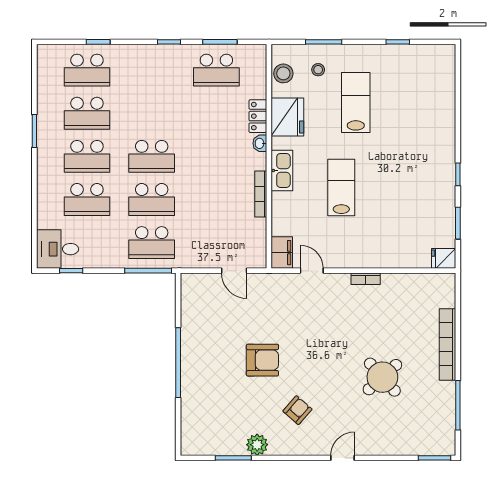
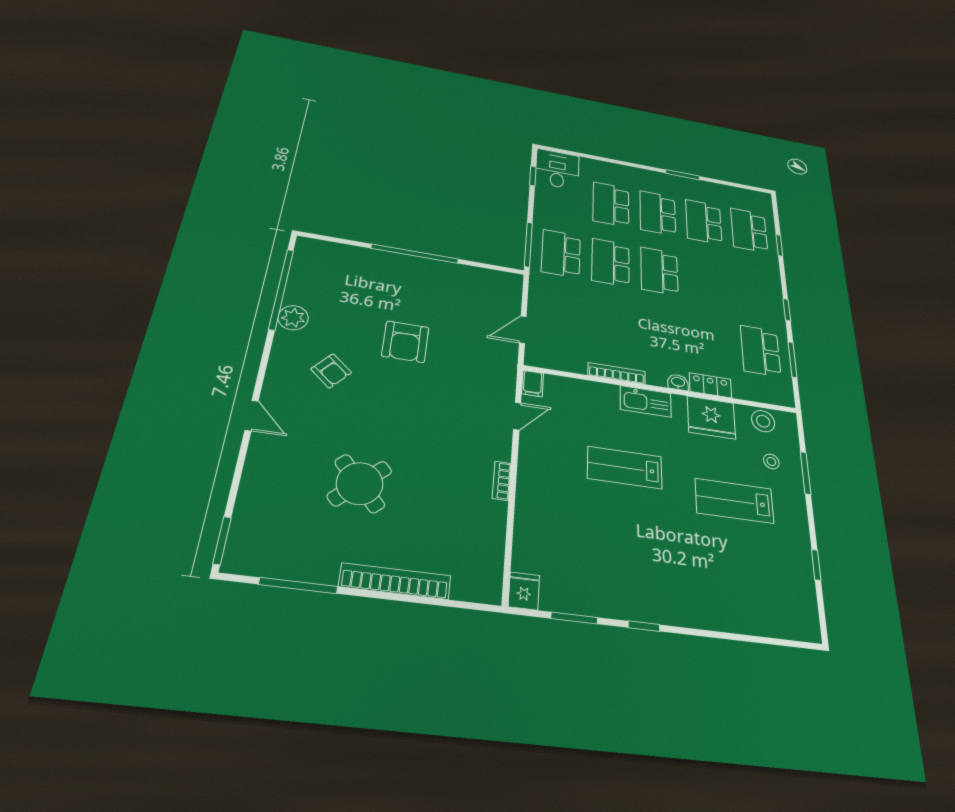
lab bench: (356, 103) -> (734, 501), turned 180
lab bench: (341, 188) -> (625, 468), turned 180
filing cabinet: (282, 253) -> (533, 384), width x0.50
window: (233, 458) -> (281, 289), width x2.11

